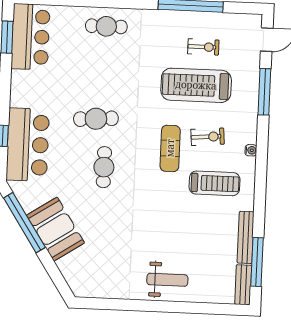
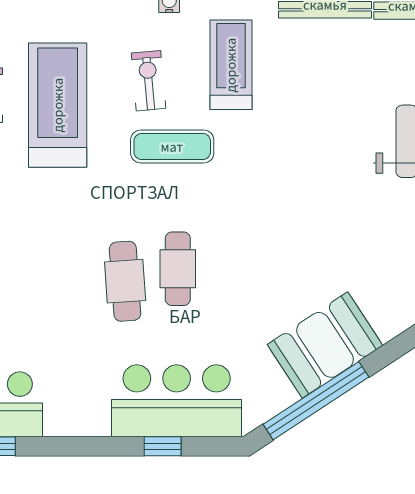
treadmill: (196, 85) -> (58, 105), turned 180
cafe table: (104, 167) -> (178, 269), moved, turned 90

